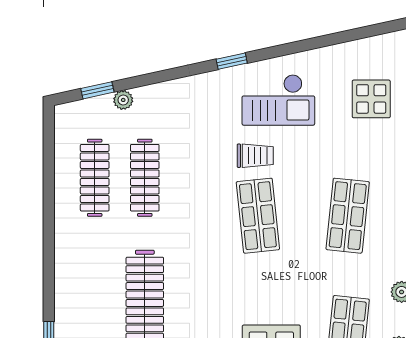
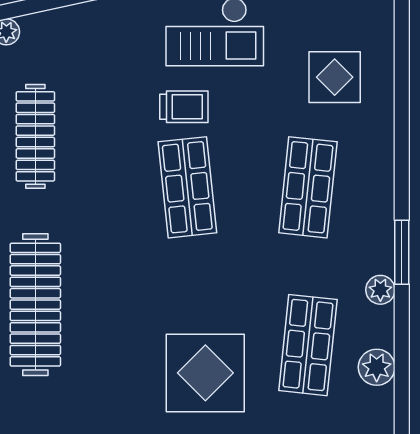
display table: (371, 99) -> (335, 77), moved

